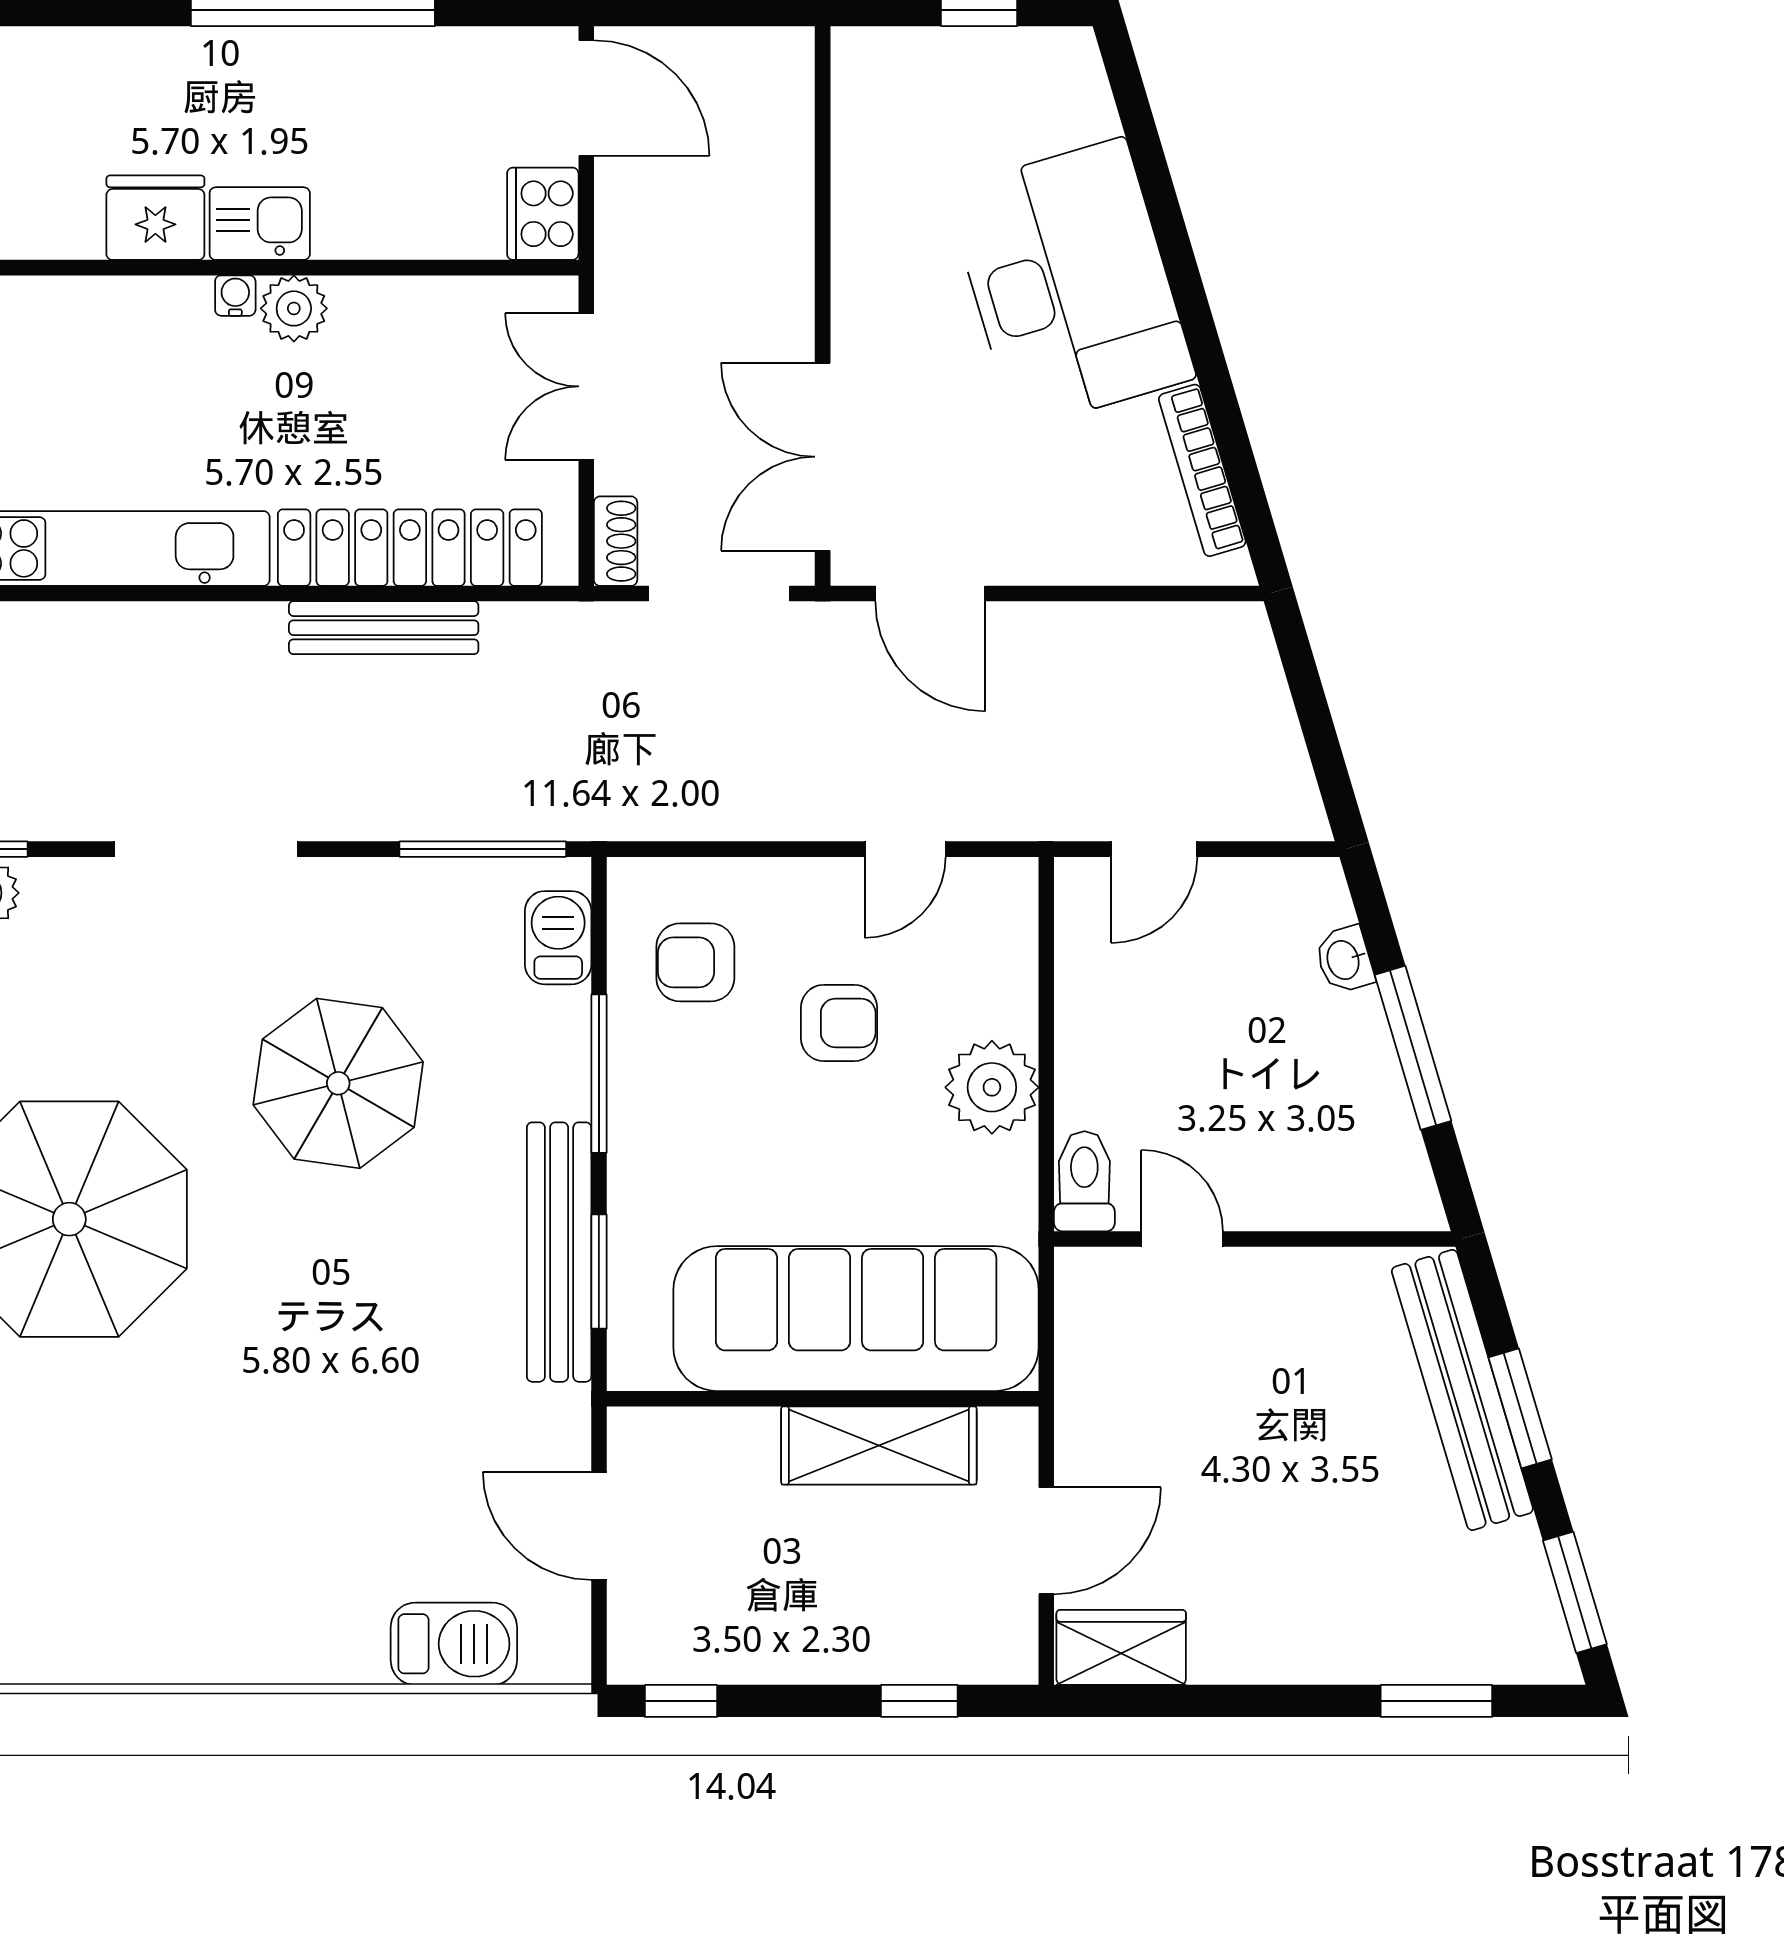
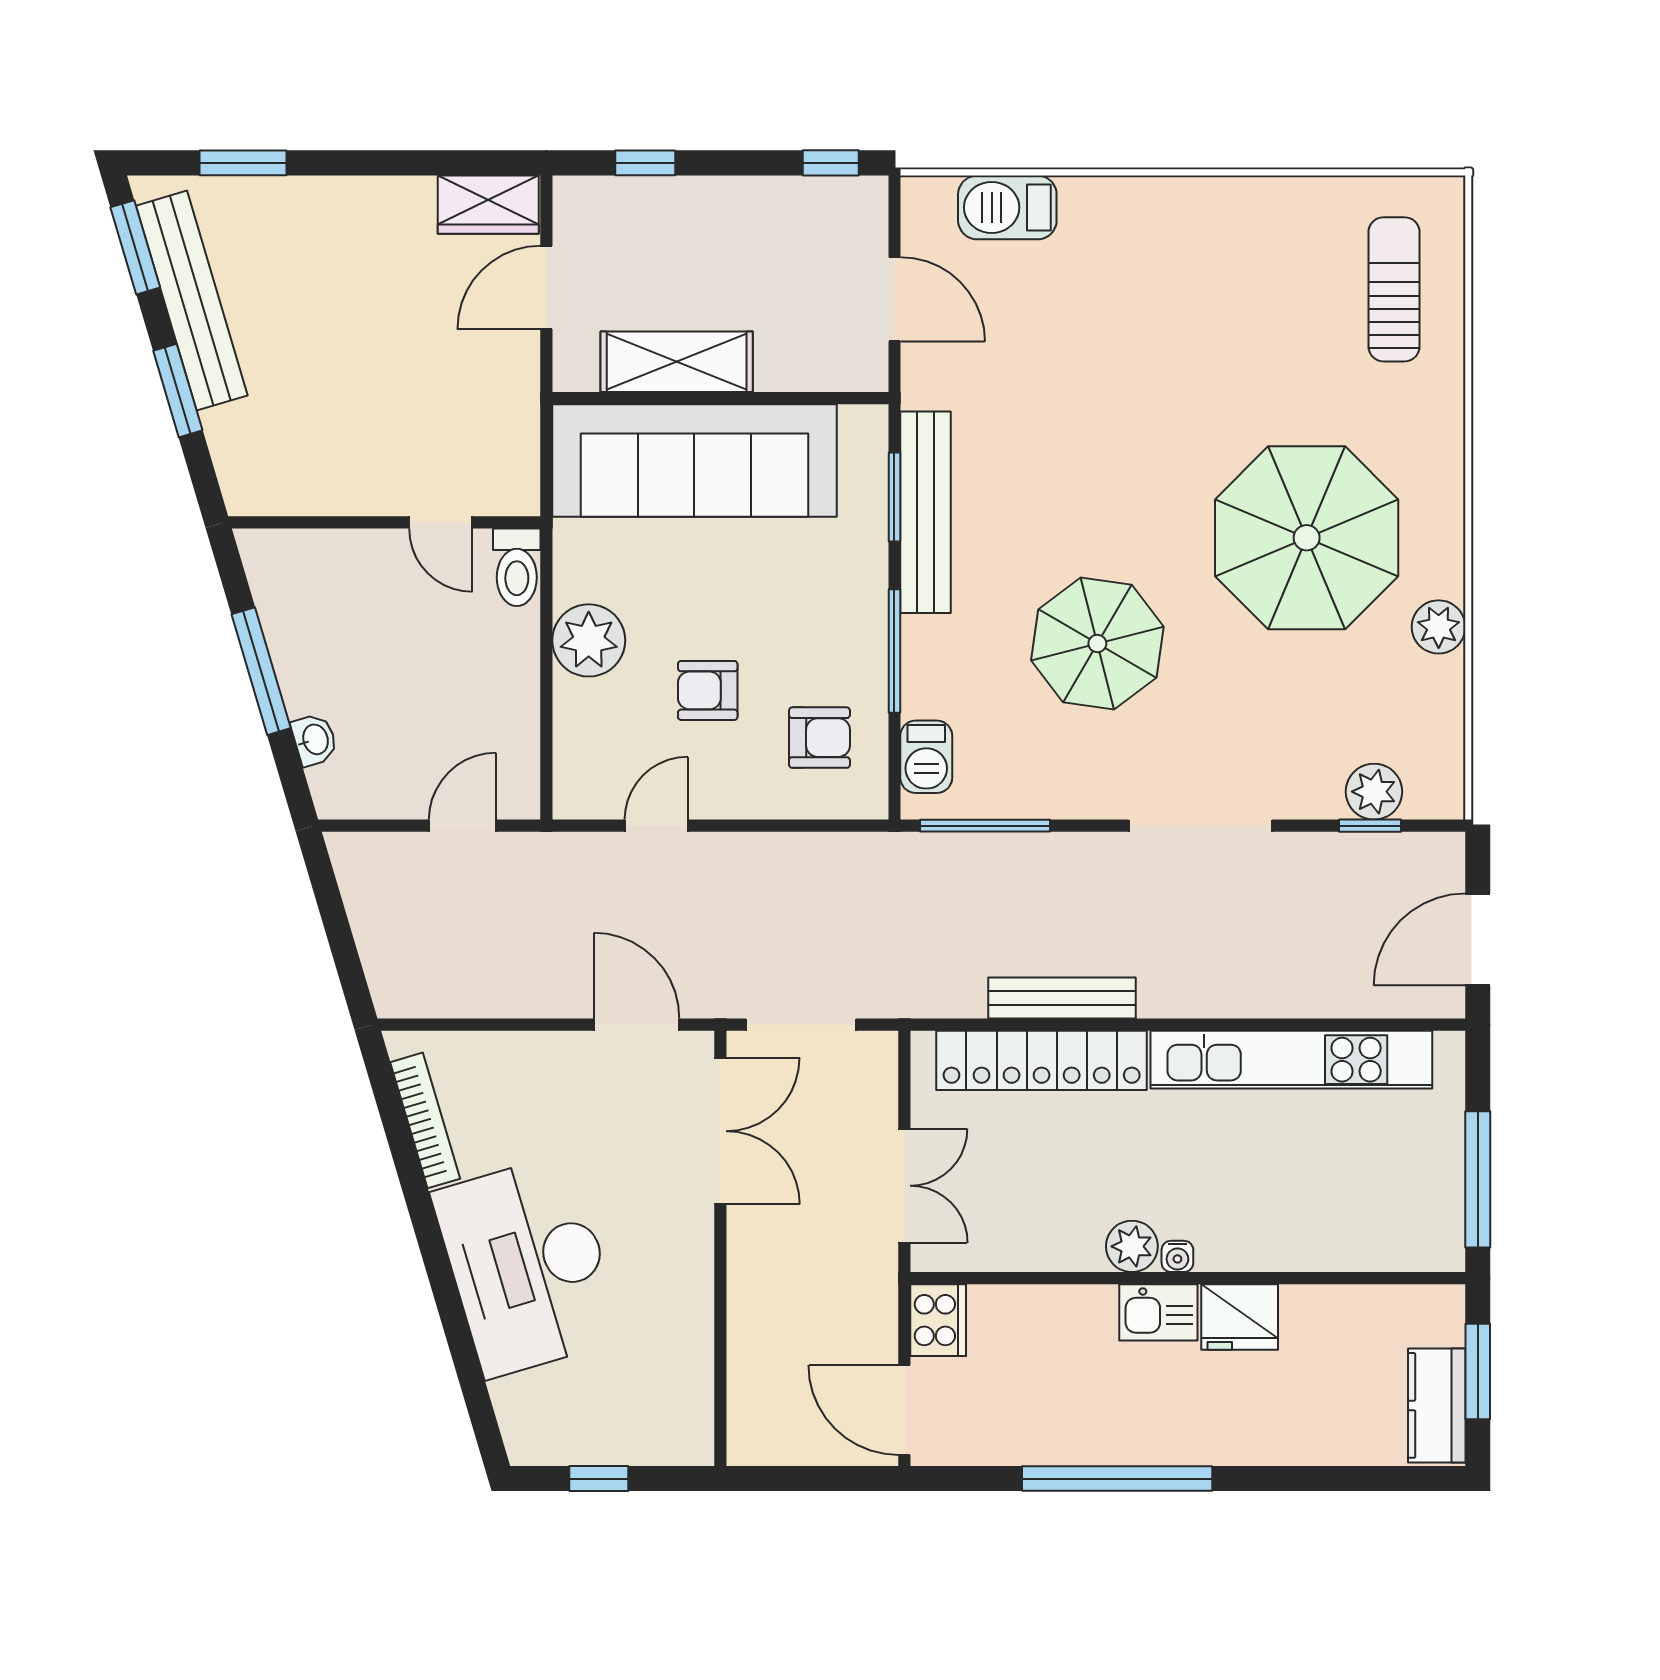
shoe rack: (616, 541) -> (882, 1065), removed
bench: (1462, 1390) -> (192, 301), moved

